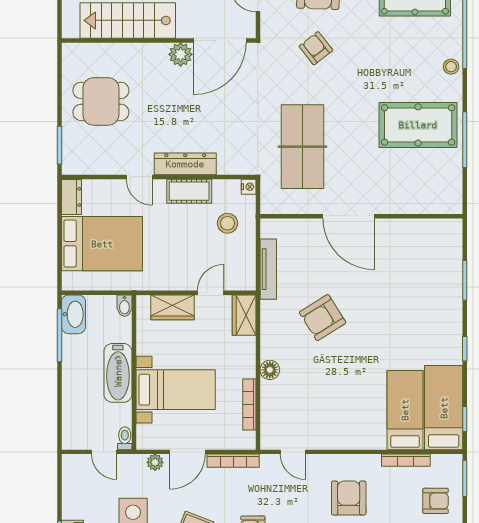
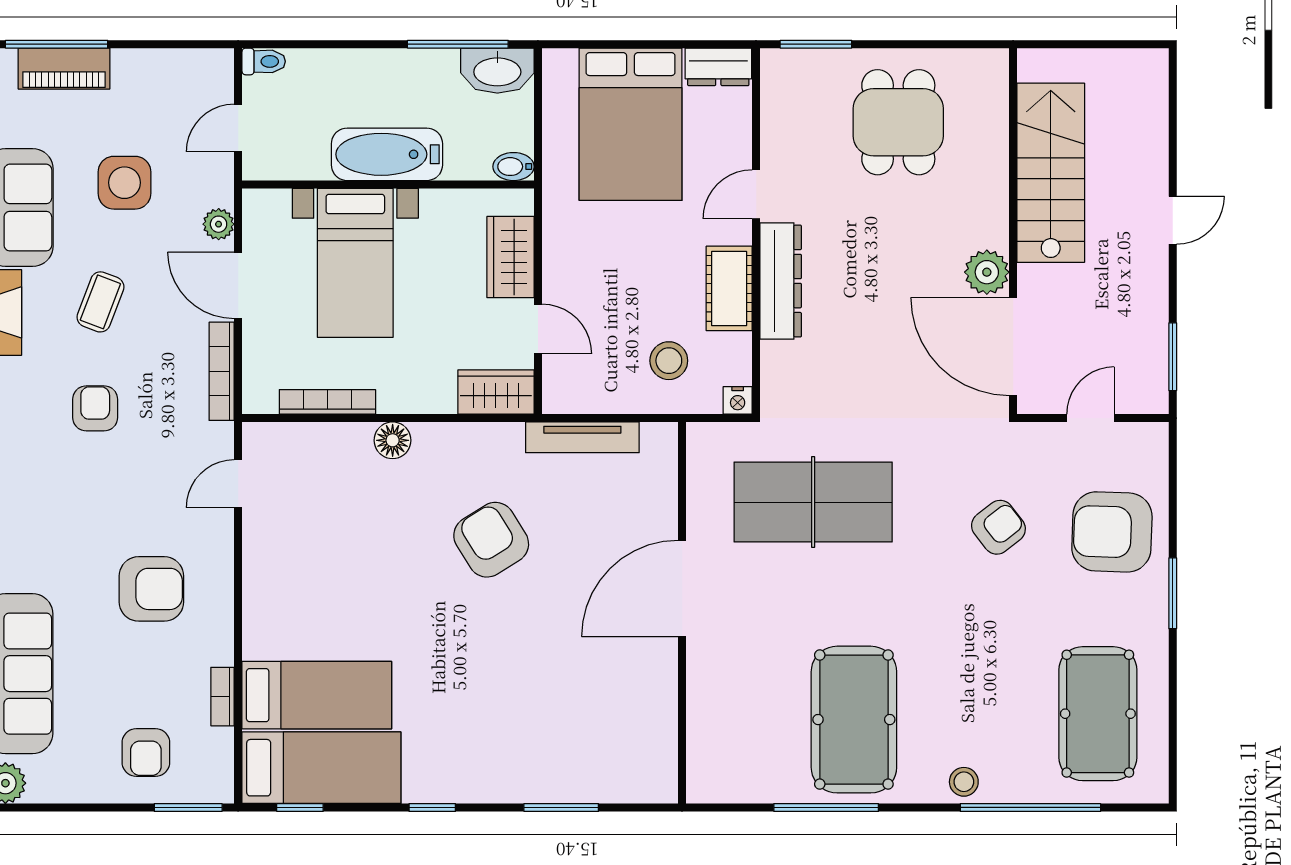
toilet: (125, 438) -> (264, 61), moved
bookcase: (406, 460) -> (222, 697), width x0.64

